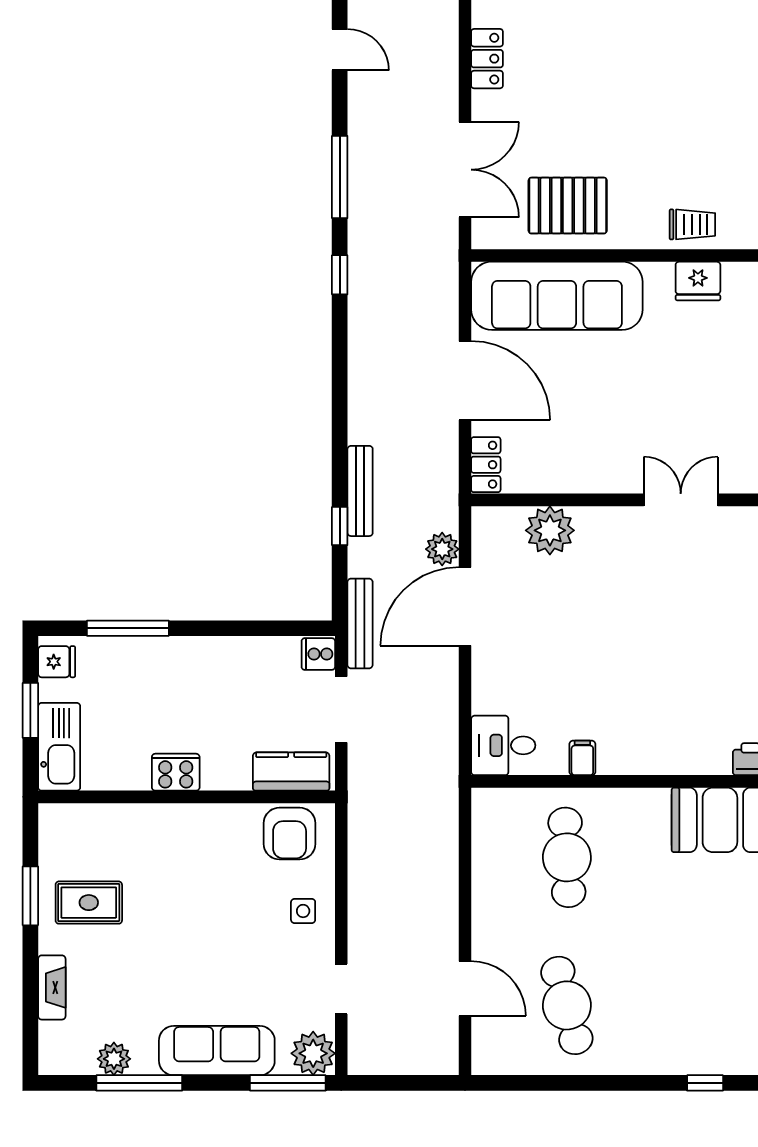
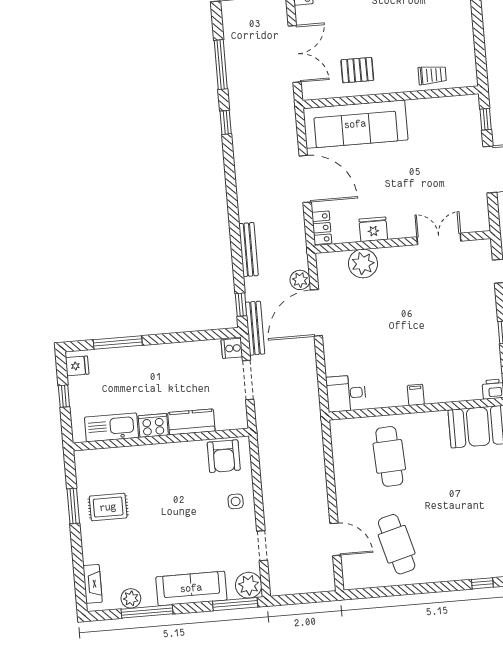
pallet: (568, 206) -> (357, 70), width x0.67, depth x0.71
fridge: (698, 281) -> (373, 229), moved, turned 180
window: (340, 526) -> (241, 305), moved
window: (30, 710) -> (64, 396), width x0.67
kitchen sink: (59, 747) -> (111, 427), moved, turned -90
filing cabinet: (582, 758) -> (416, 395), moved
kitchen counter: (291, 772) -> (191, 422), moved
fireplace: (52, 987) -> (93, 584), moved

